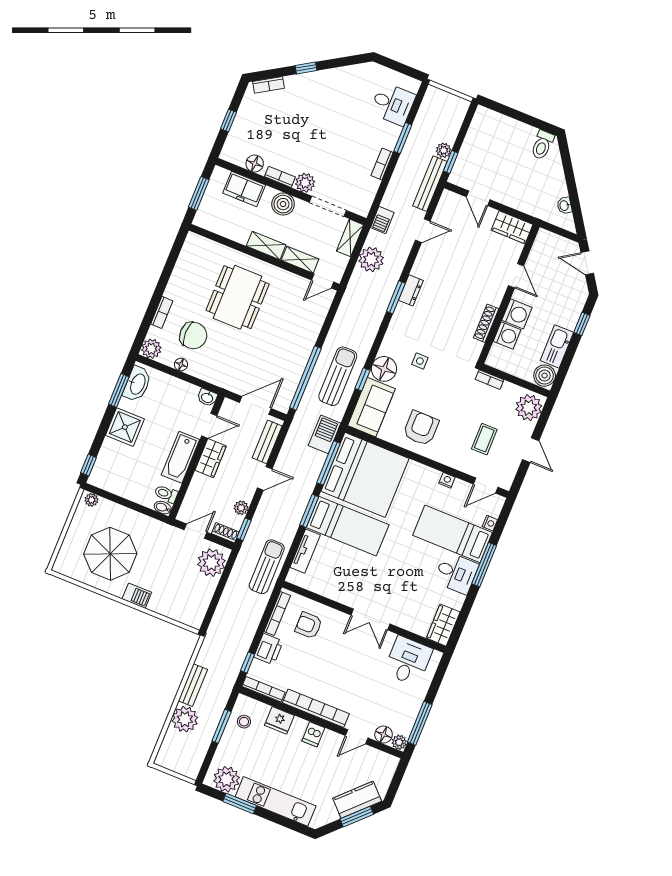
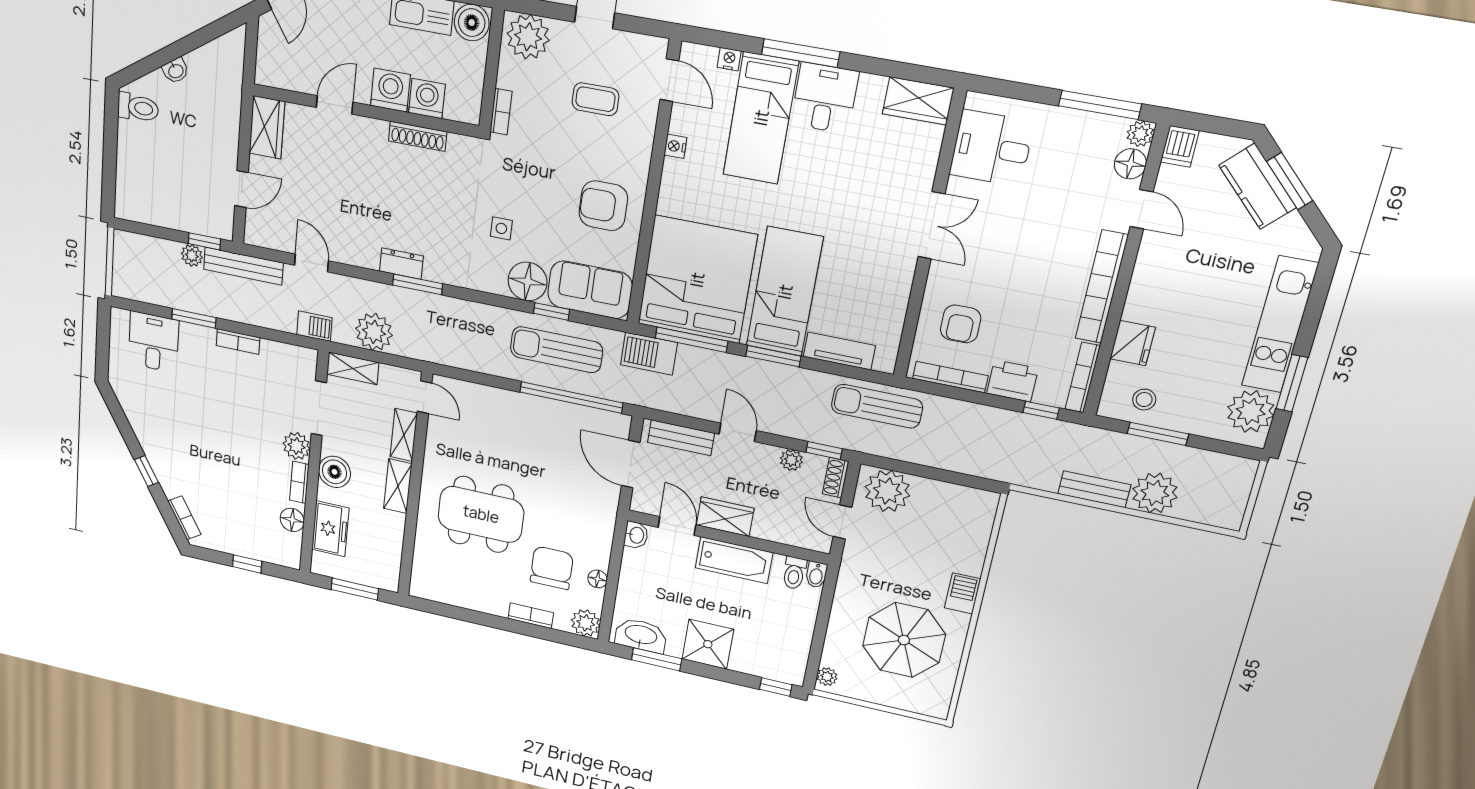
washbasin: (564, 206) -> (176, 71), moved
dishwasher: (313, 734) -> (1180, 146), moved, turned 90

